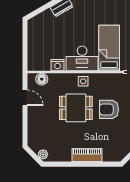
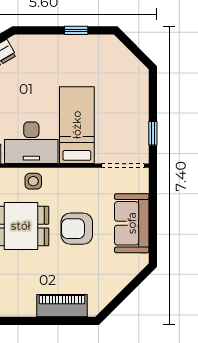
piano: (87, 155) -> (62, 306), moved

